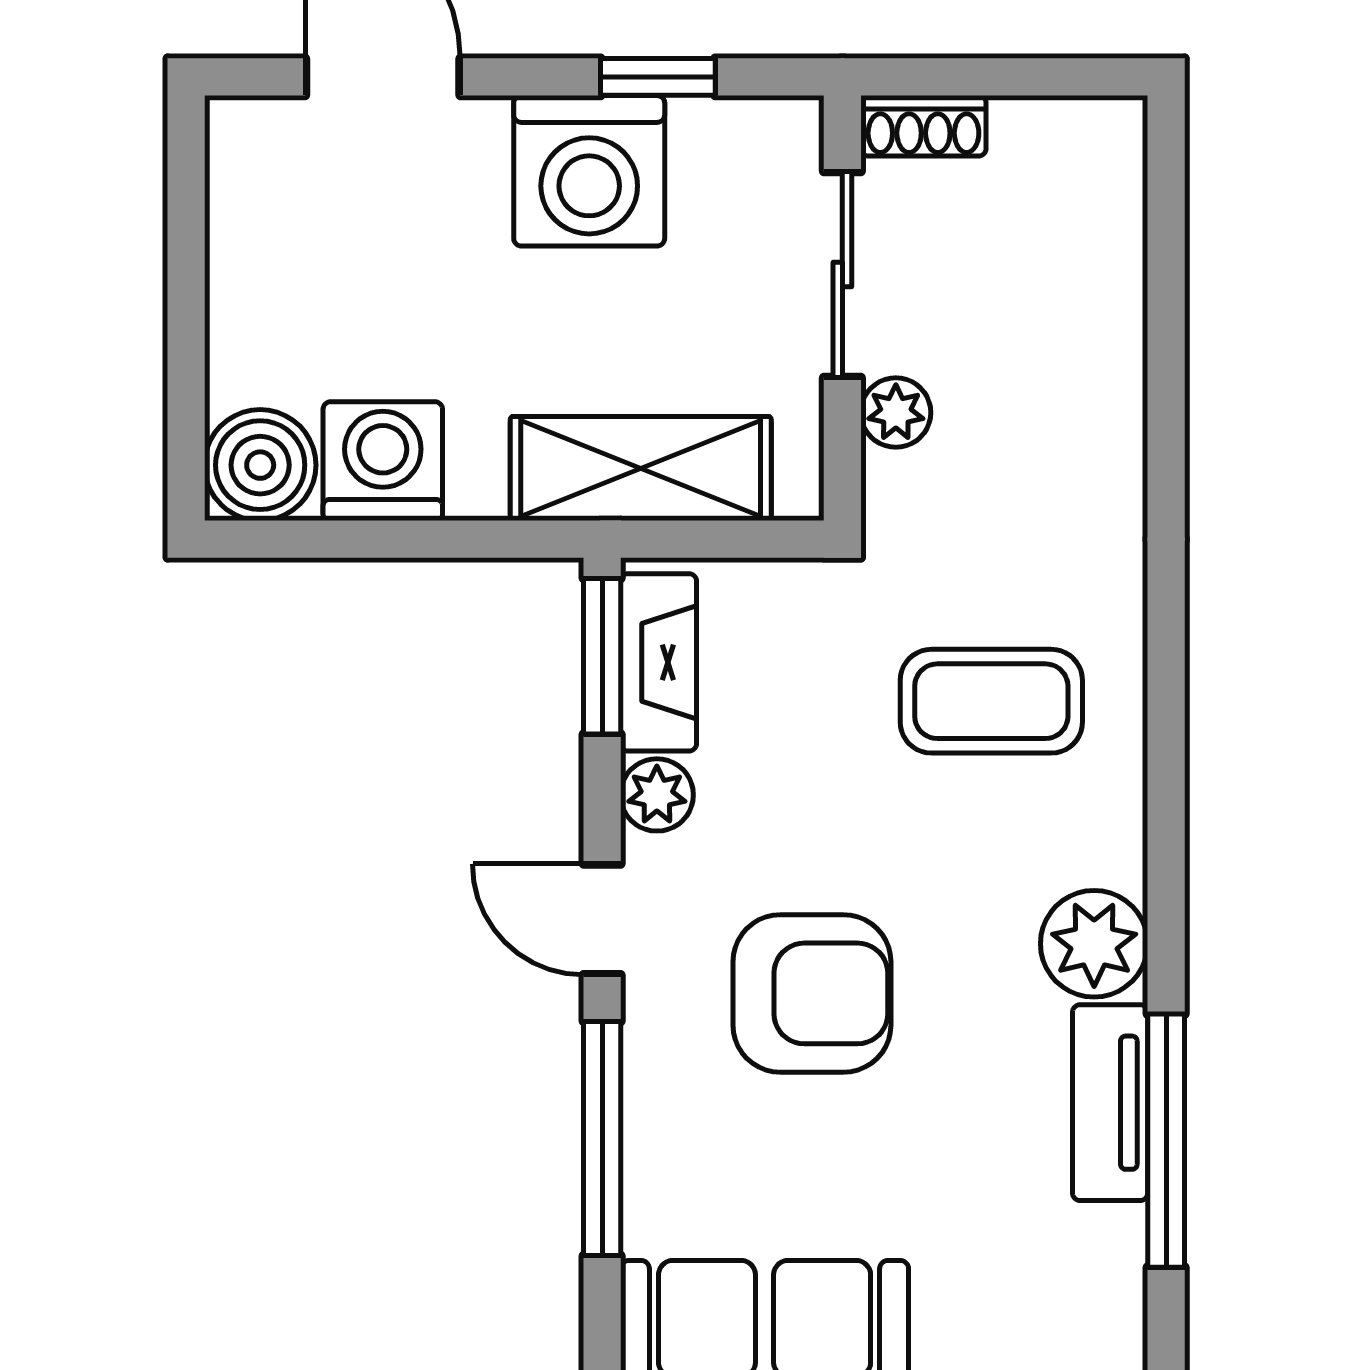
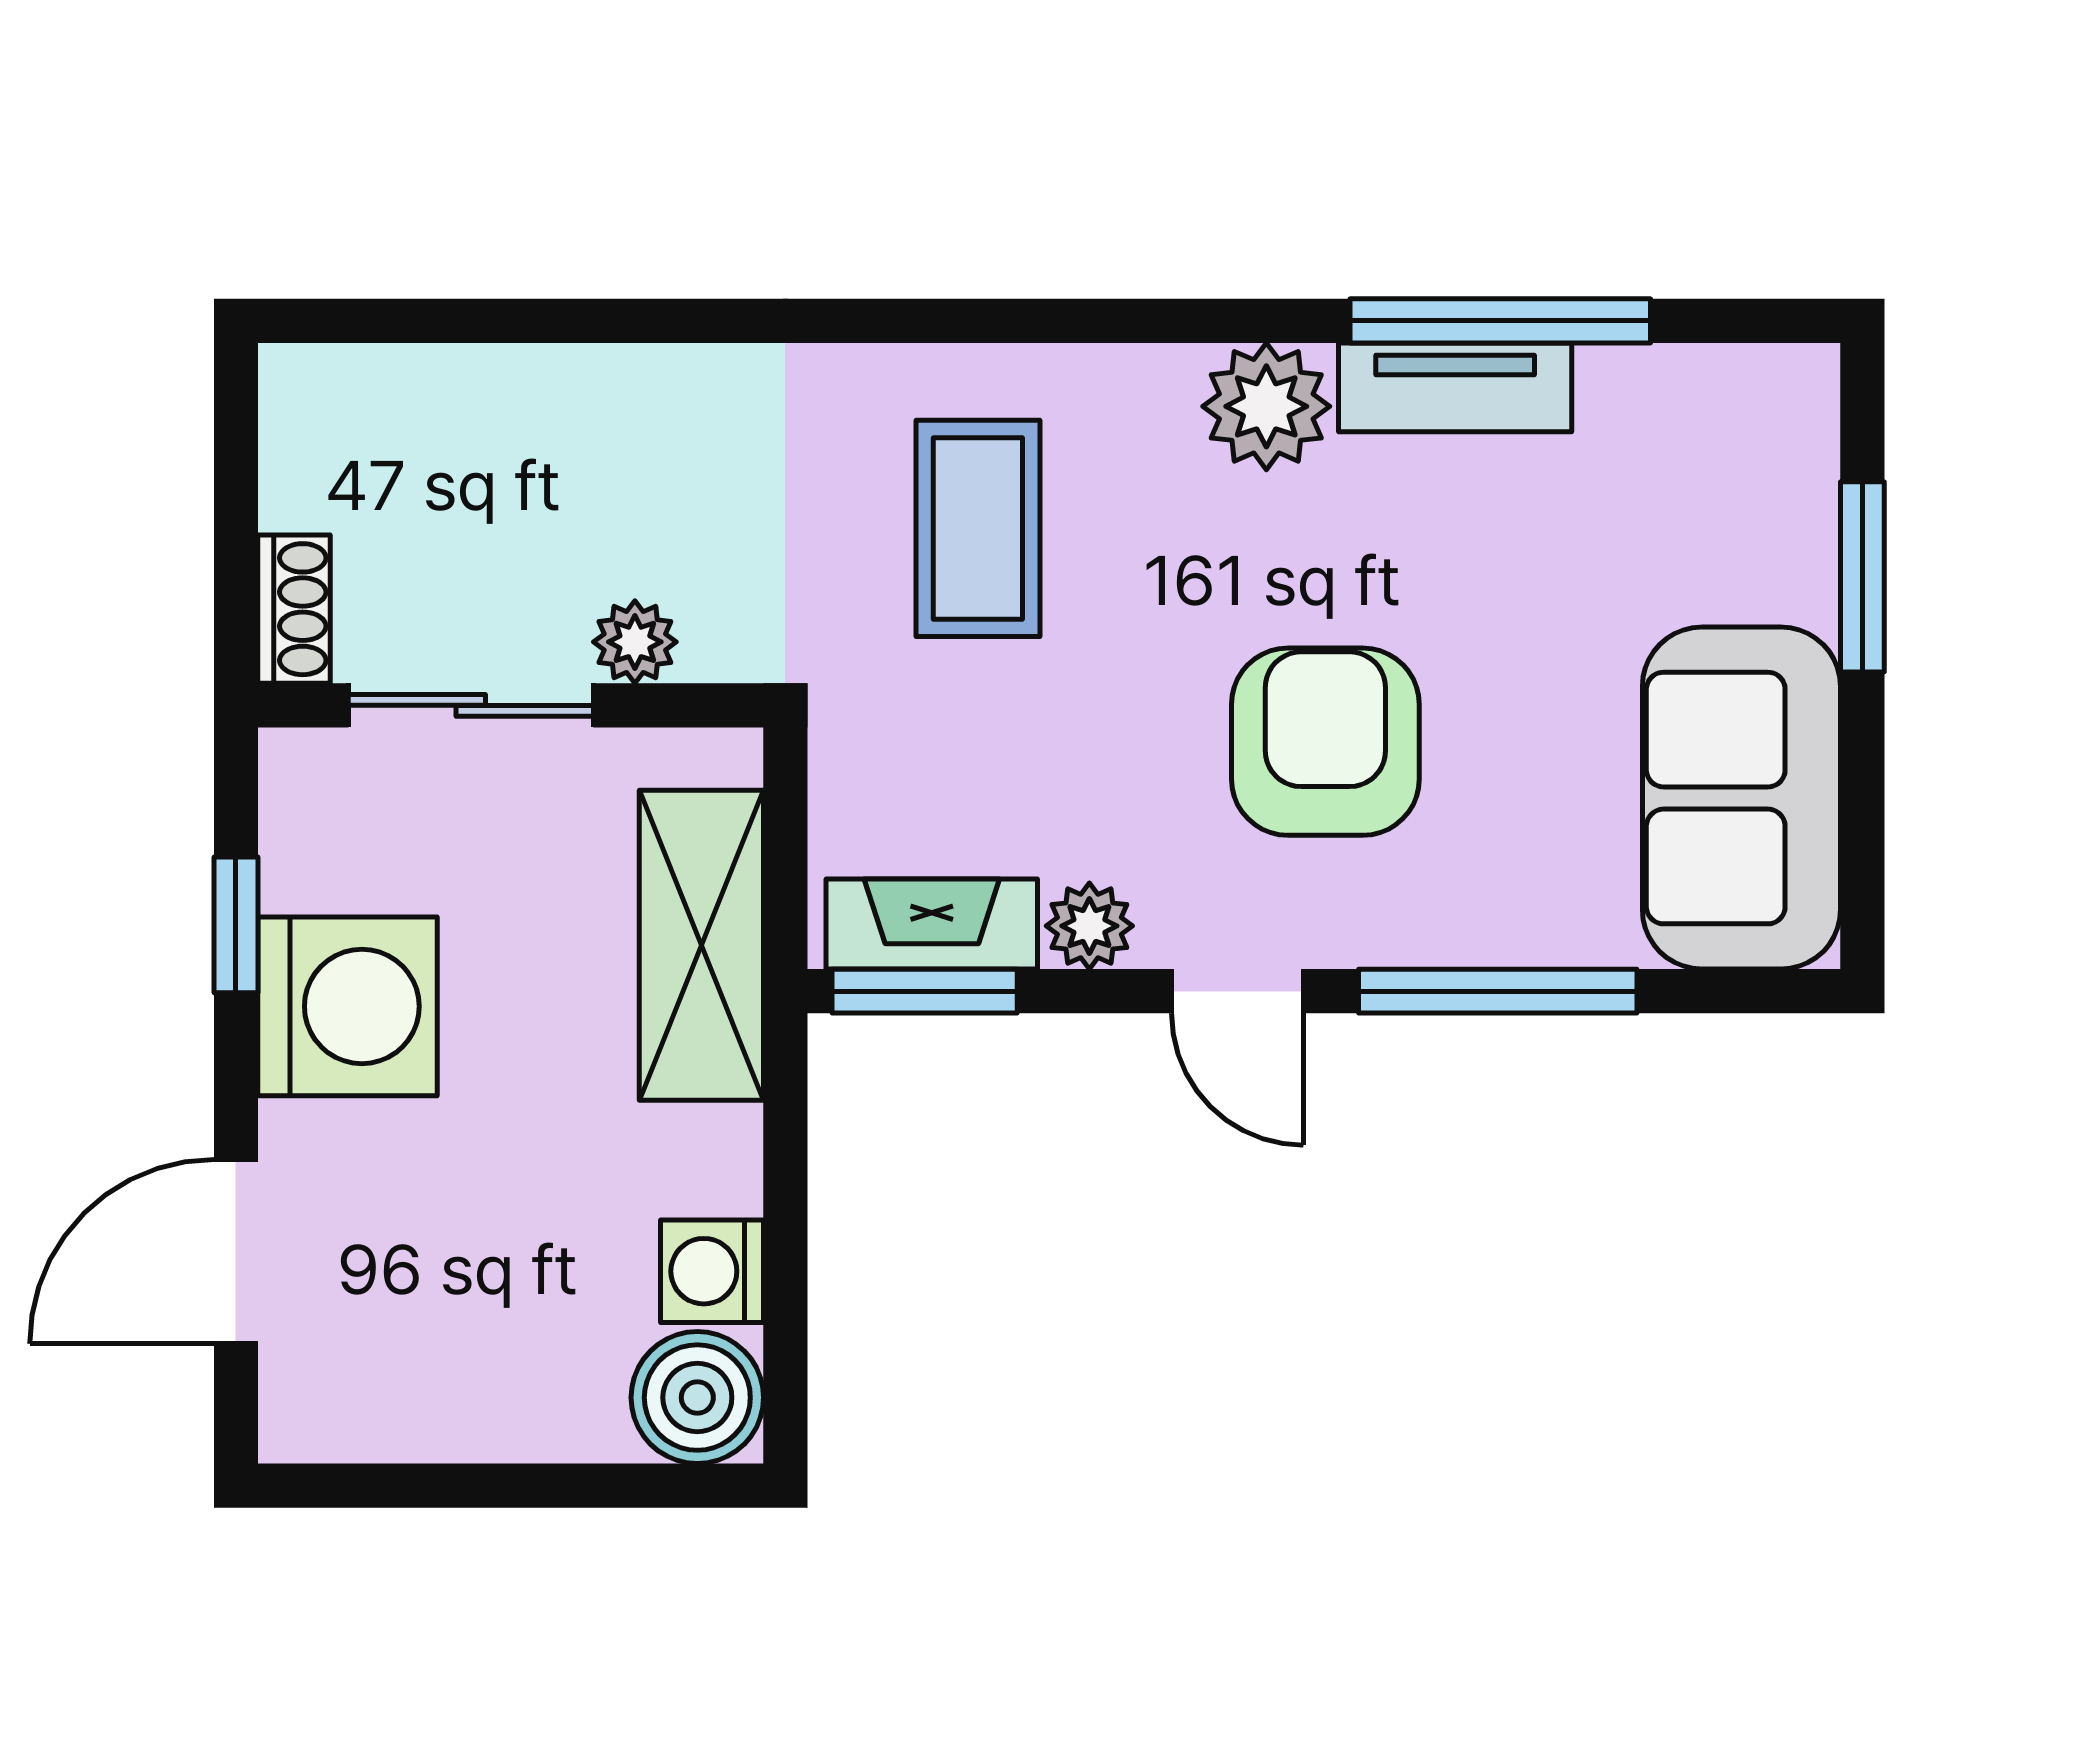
washing machine: (383, 461) -> (712, 1271), width x0.73, depth x0.73
door: (602, 919) -> (1237, 991), hinge flipped

